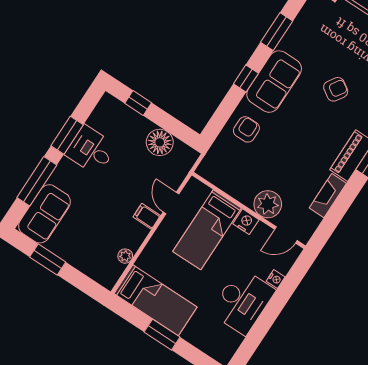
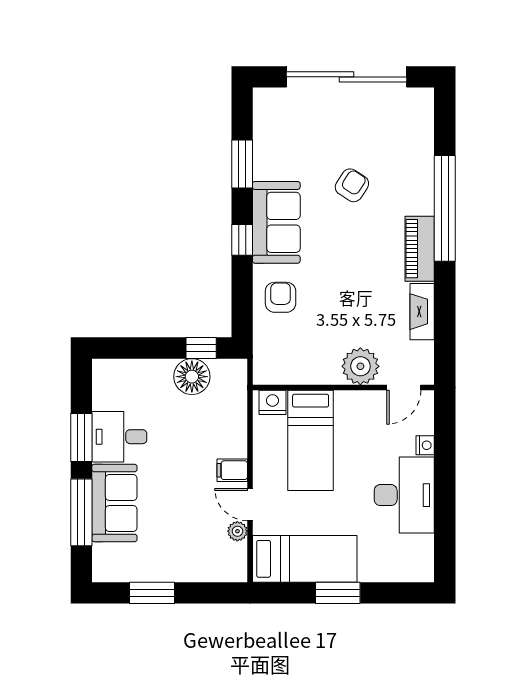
window: (138, 103) -> (201, 348), moved
door: (171, 203) -> (250, 504), moved
sofa: (45, 214) -> (114, 503), moved
nightstand: (246, 222) -> (272, 402), moved

